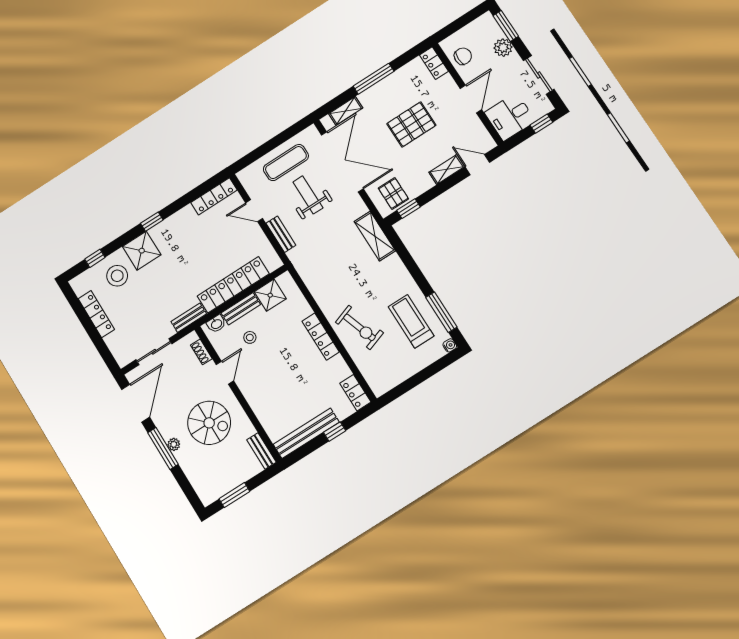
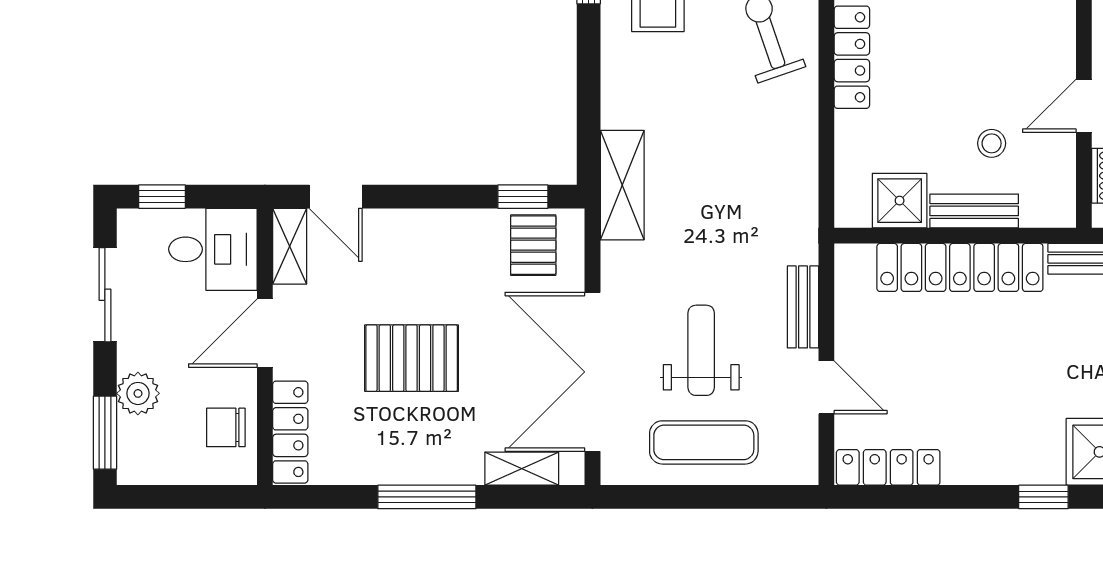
locker: (434, 63) -> (290, 432), width x1.53
shelving: (447, 169) -> (290, 246), moved, turned 90
weight bench: (308, 195) -> (701, 350), turned 180
washbasin: (216, 324) -> (1041, 212), removed

